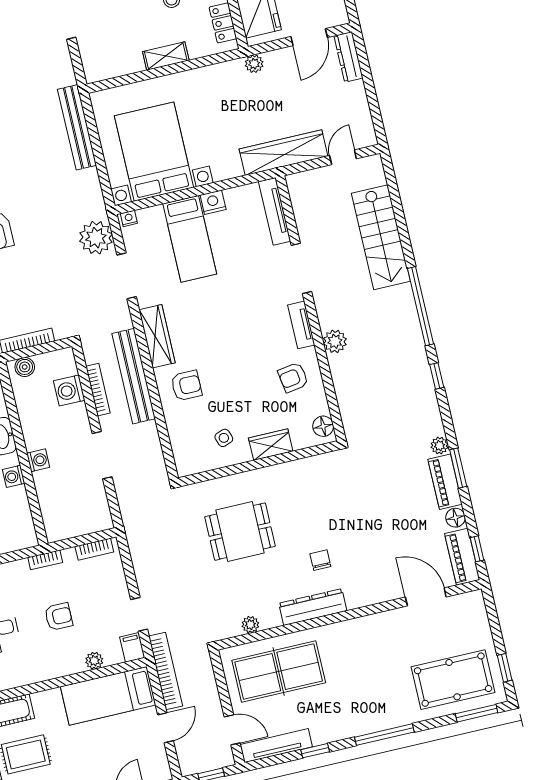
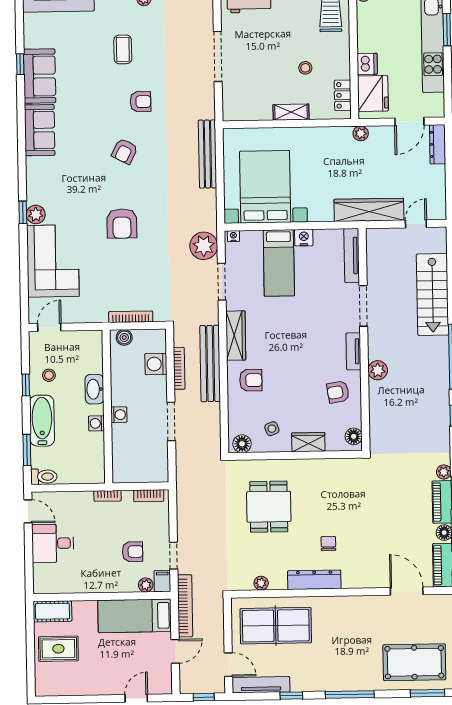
floor lamp: (192, 463) -> (242, 444), added
dining table: (240, 532) -> (269, 507), turned 90
armchair: (59, 617) -> (133, 552), moved
plant: (94, 661) -> (146, 585), moved

